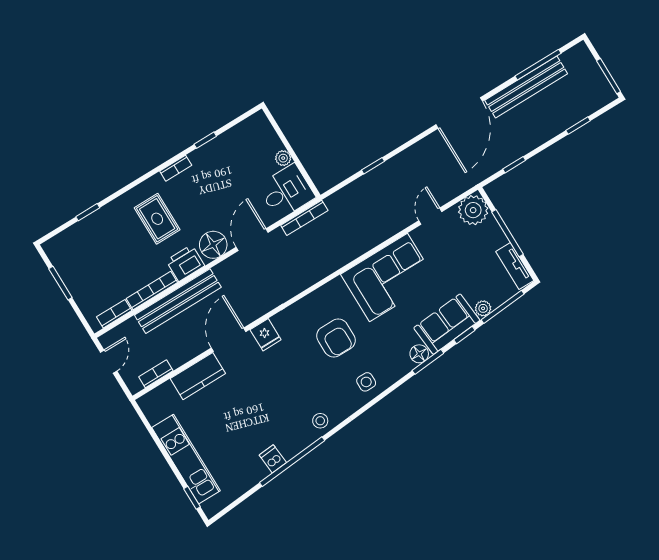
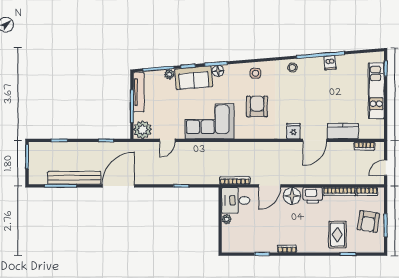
rug: (157, 219) -> (337, 235), moved
tv unit: (515, 266) -> (139, 92), width x1.41
armchair: (87, 274) -> (368, 221), added
bench: (178, 301) -> (329, 177), removed

